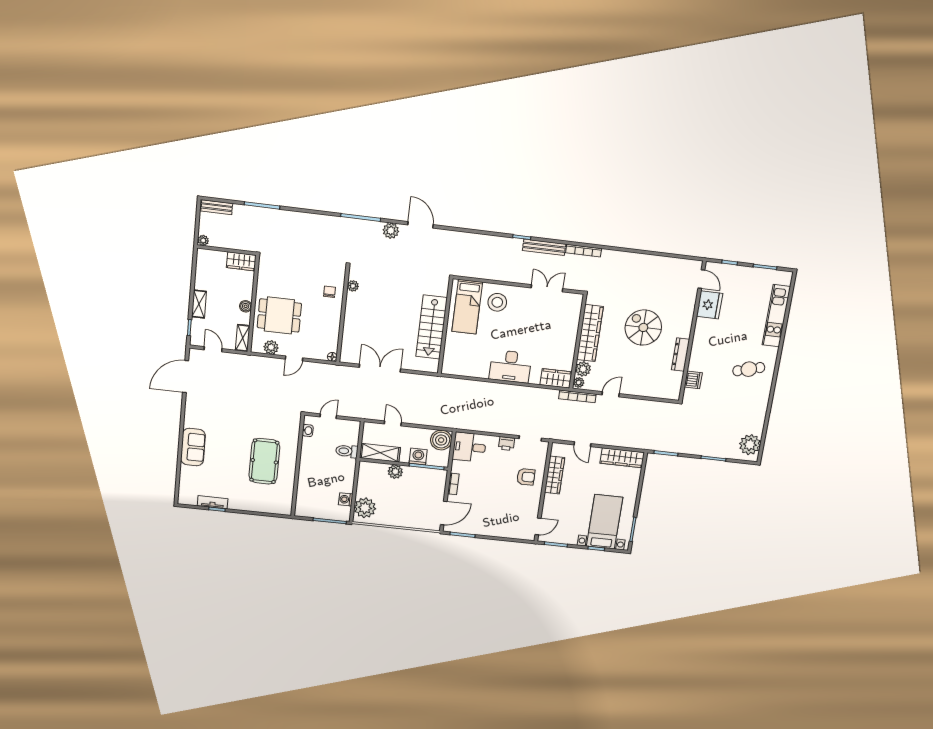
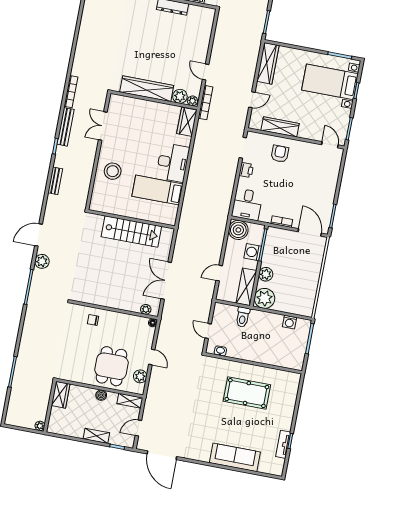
bench: (217, 207) -> (55, 181), moved
plant: (353, 286) -> (146, 309), moved
bed: (467, 307) -> (158, 190), moved, turned 180
spiral stairs: (643, 327) -> (145, 40), removed
sofa: (193, 447) -> (235, 457), width x1.36
plant: (365, 508) -> (264, 298), moved

